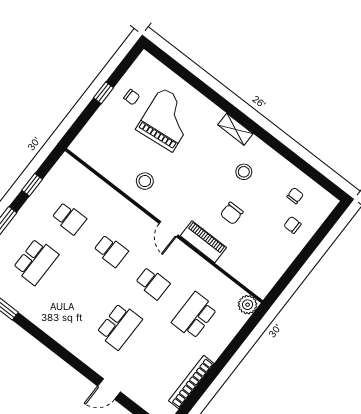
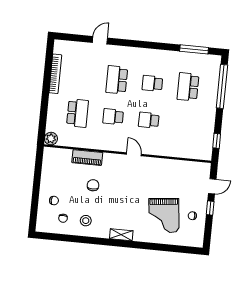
door: (84, 118) -> (212, 186), added
stool: (244, 172) -> (86, 221), moved
stool: (145, 181) -> (154, 172), removed
window: (32, 185) -> (217, 141), moved
school desk: (69, 218) -> (152, 83), moved
door: (168, 229) -> (134, 154), moved
piano: (203, 242) -> (87, 158), moved

